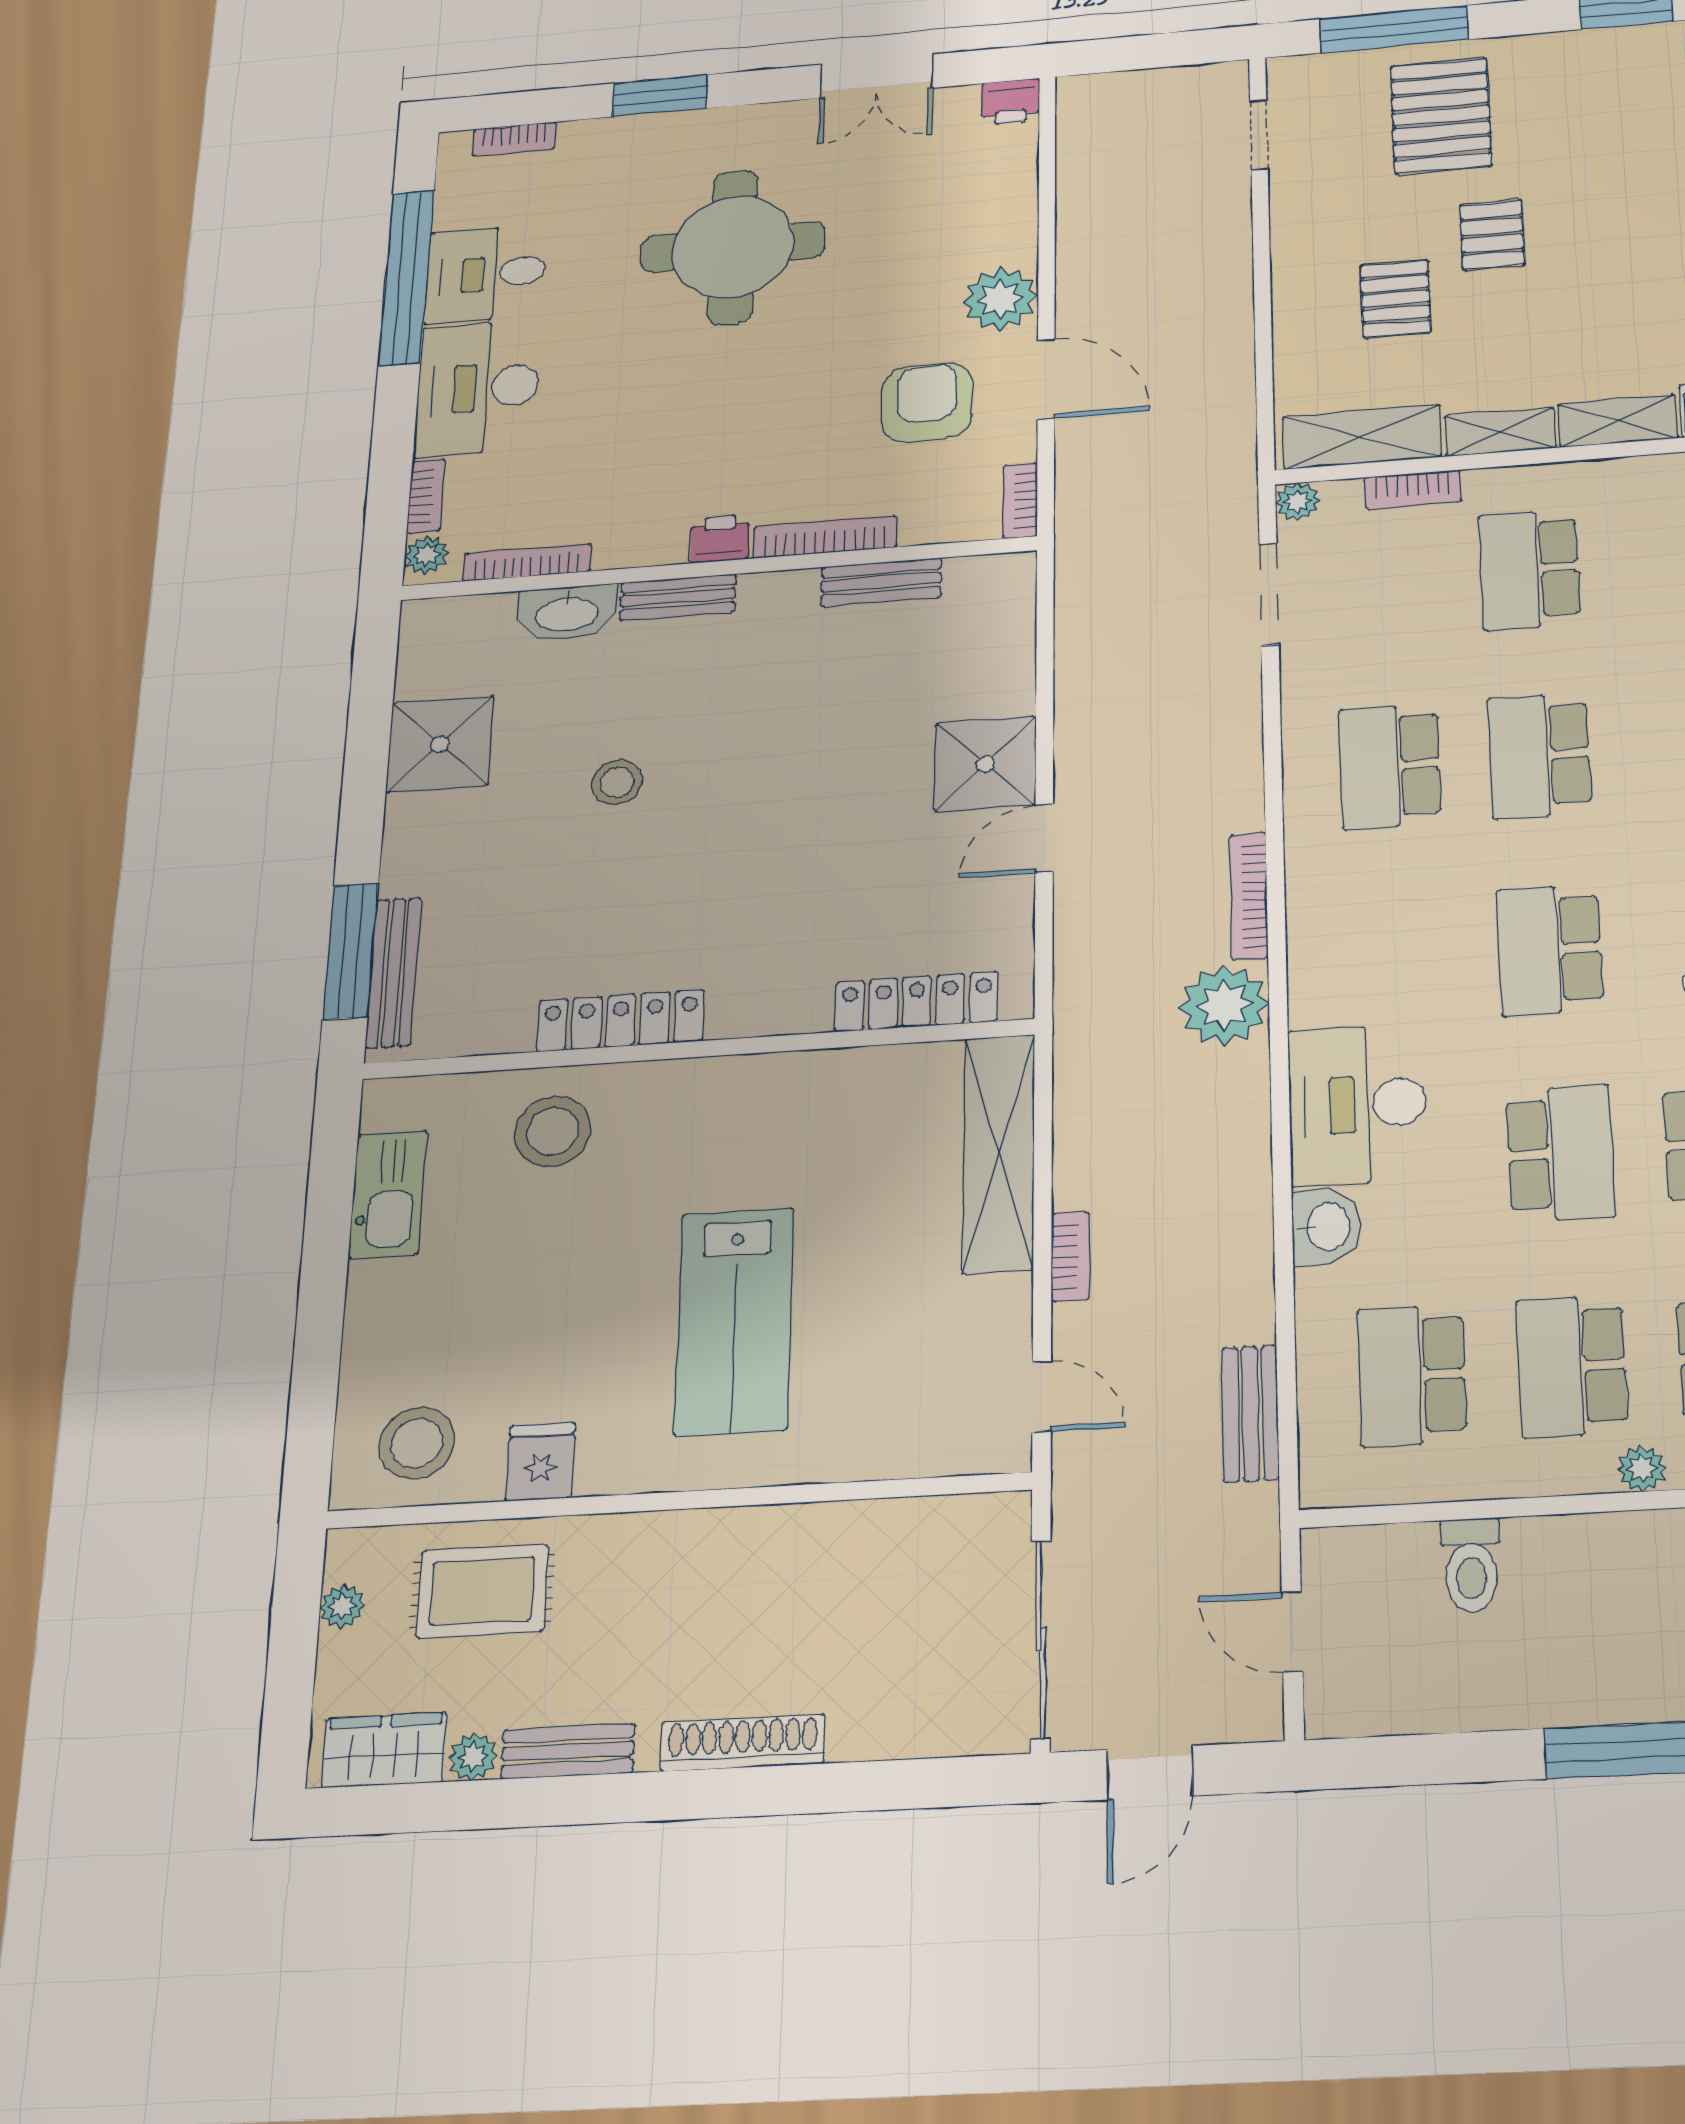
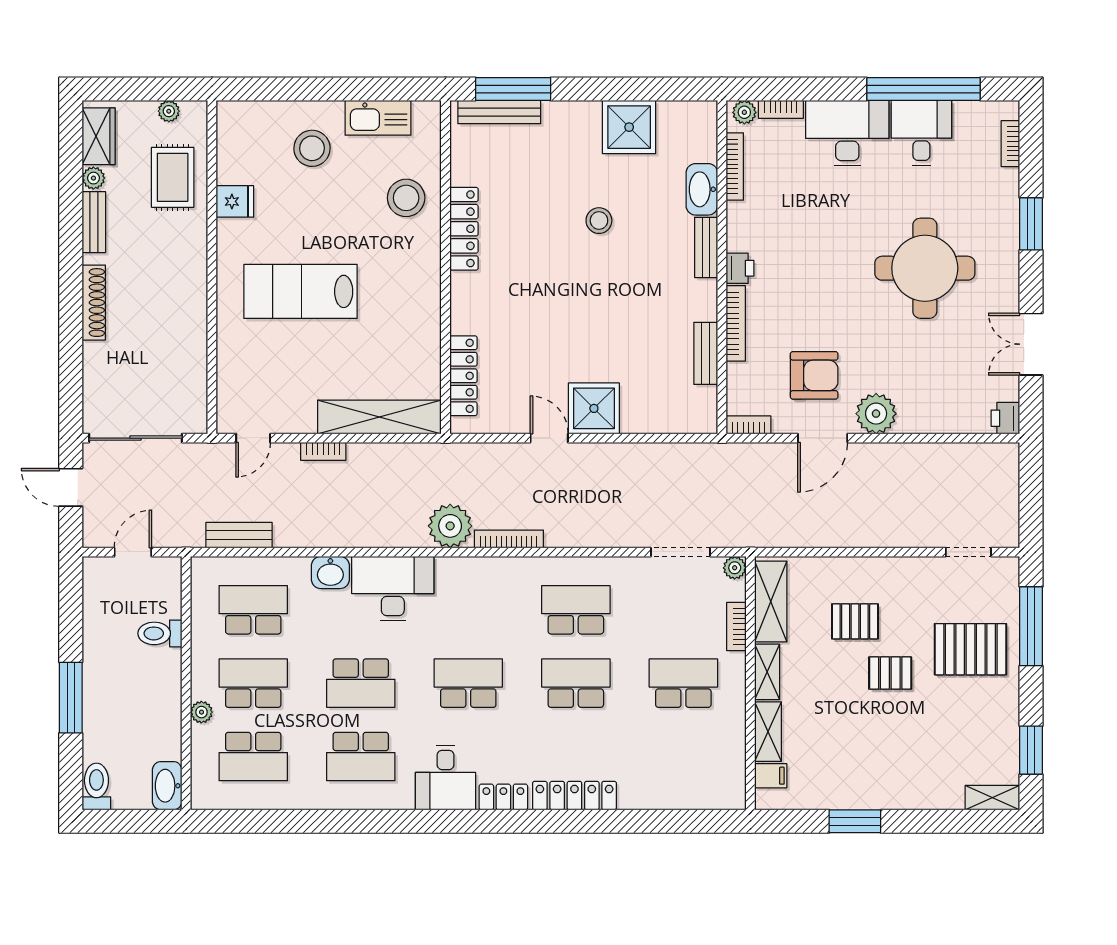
stool: (417, 1443) -> (312, 148), moved

